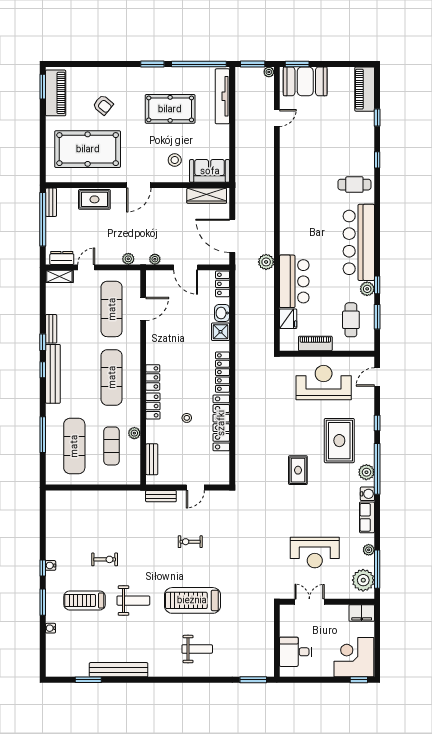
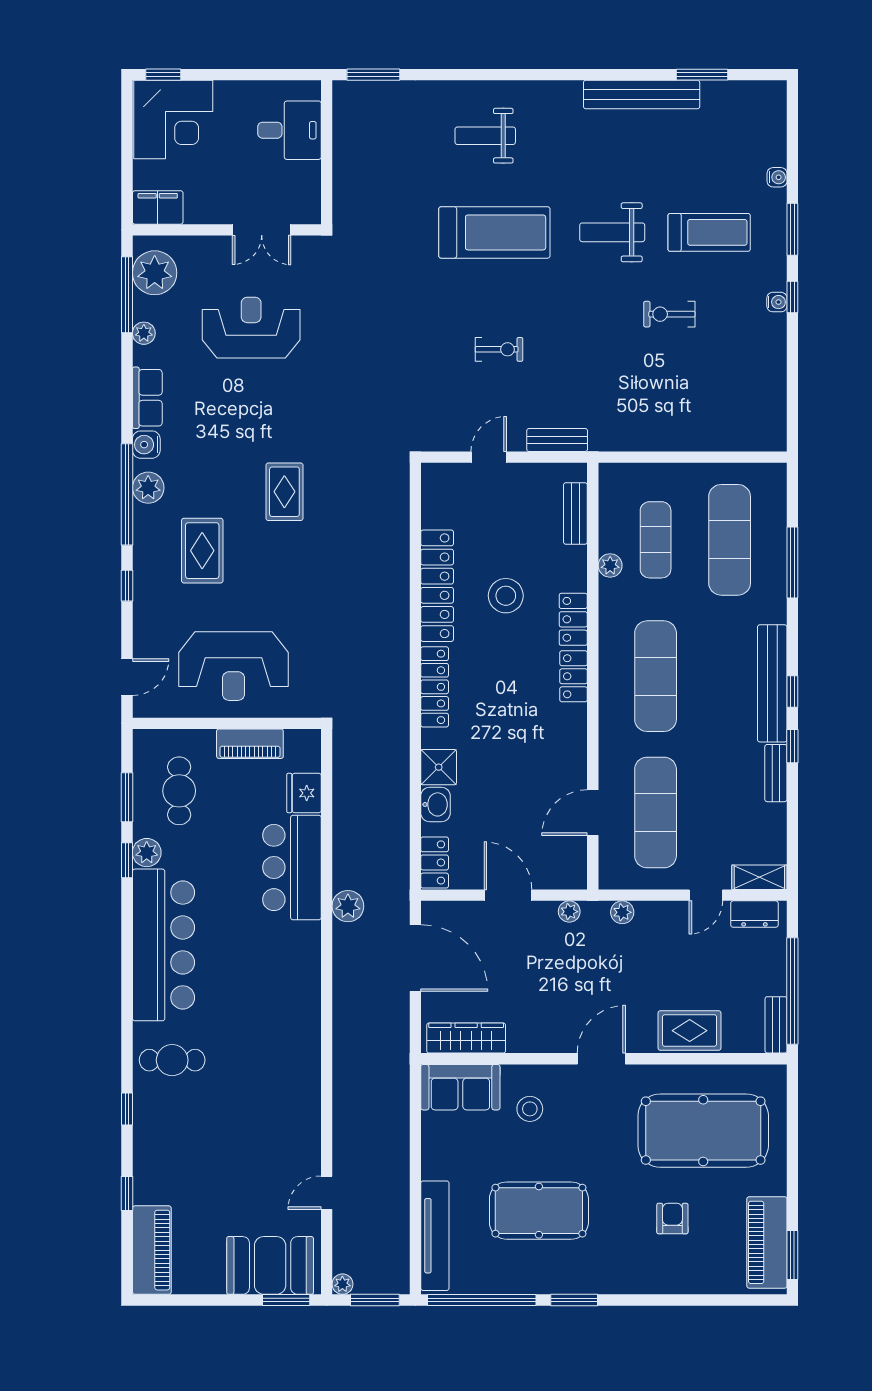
armchair: (103, 105) -> (672, 1218), turned 51
stool: (187, 418) -> (506, 596), width x1.89, depth x1.89
rug: (339, 441) -> (202, 551), width x0.73, depth x0.70

